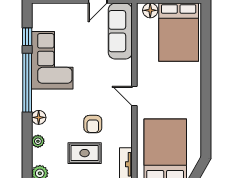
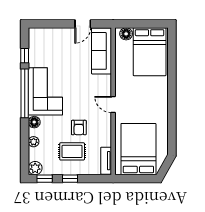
corner sofa: (52, 60) -> (45, 91), moved

